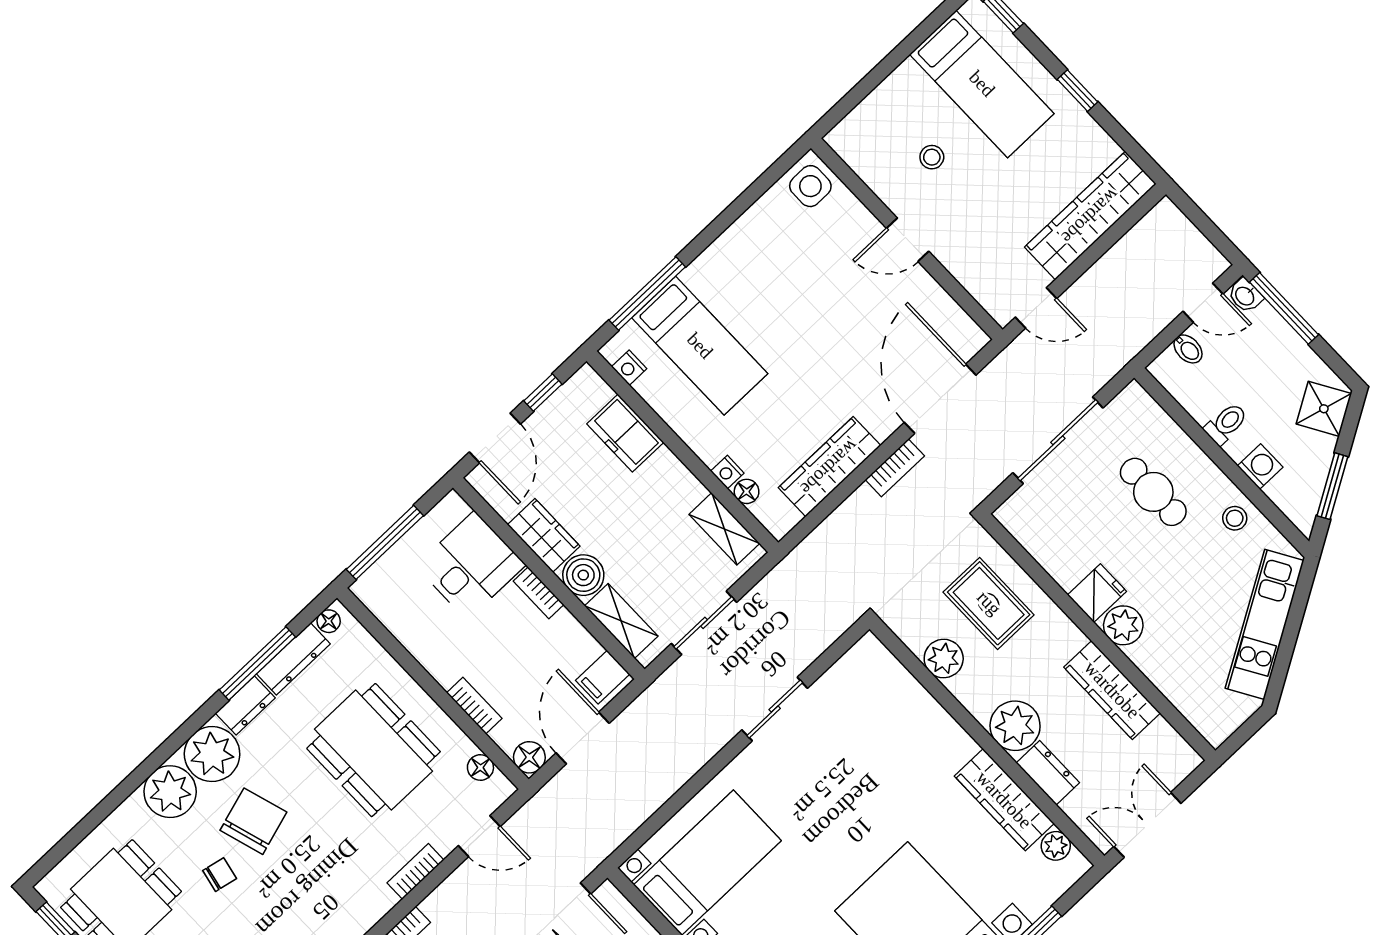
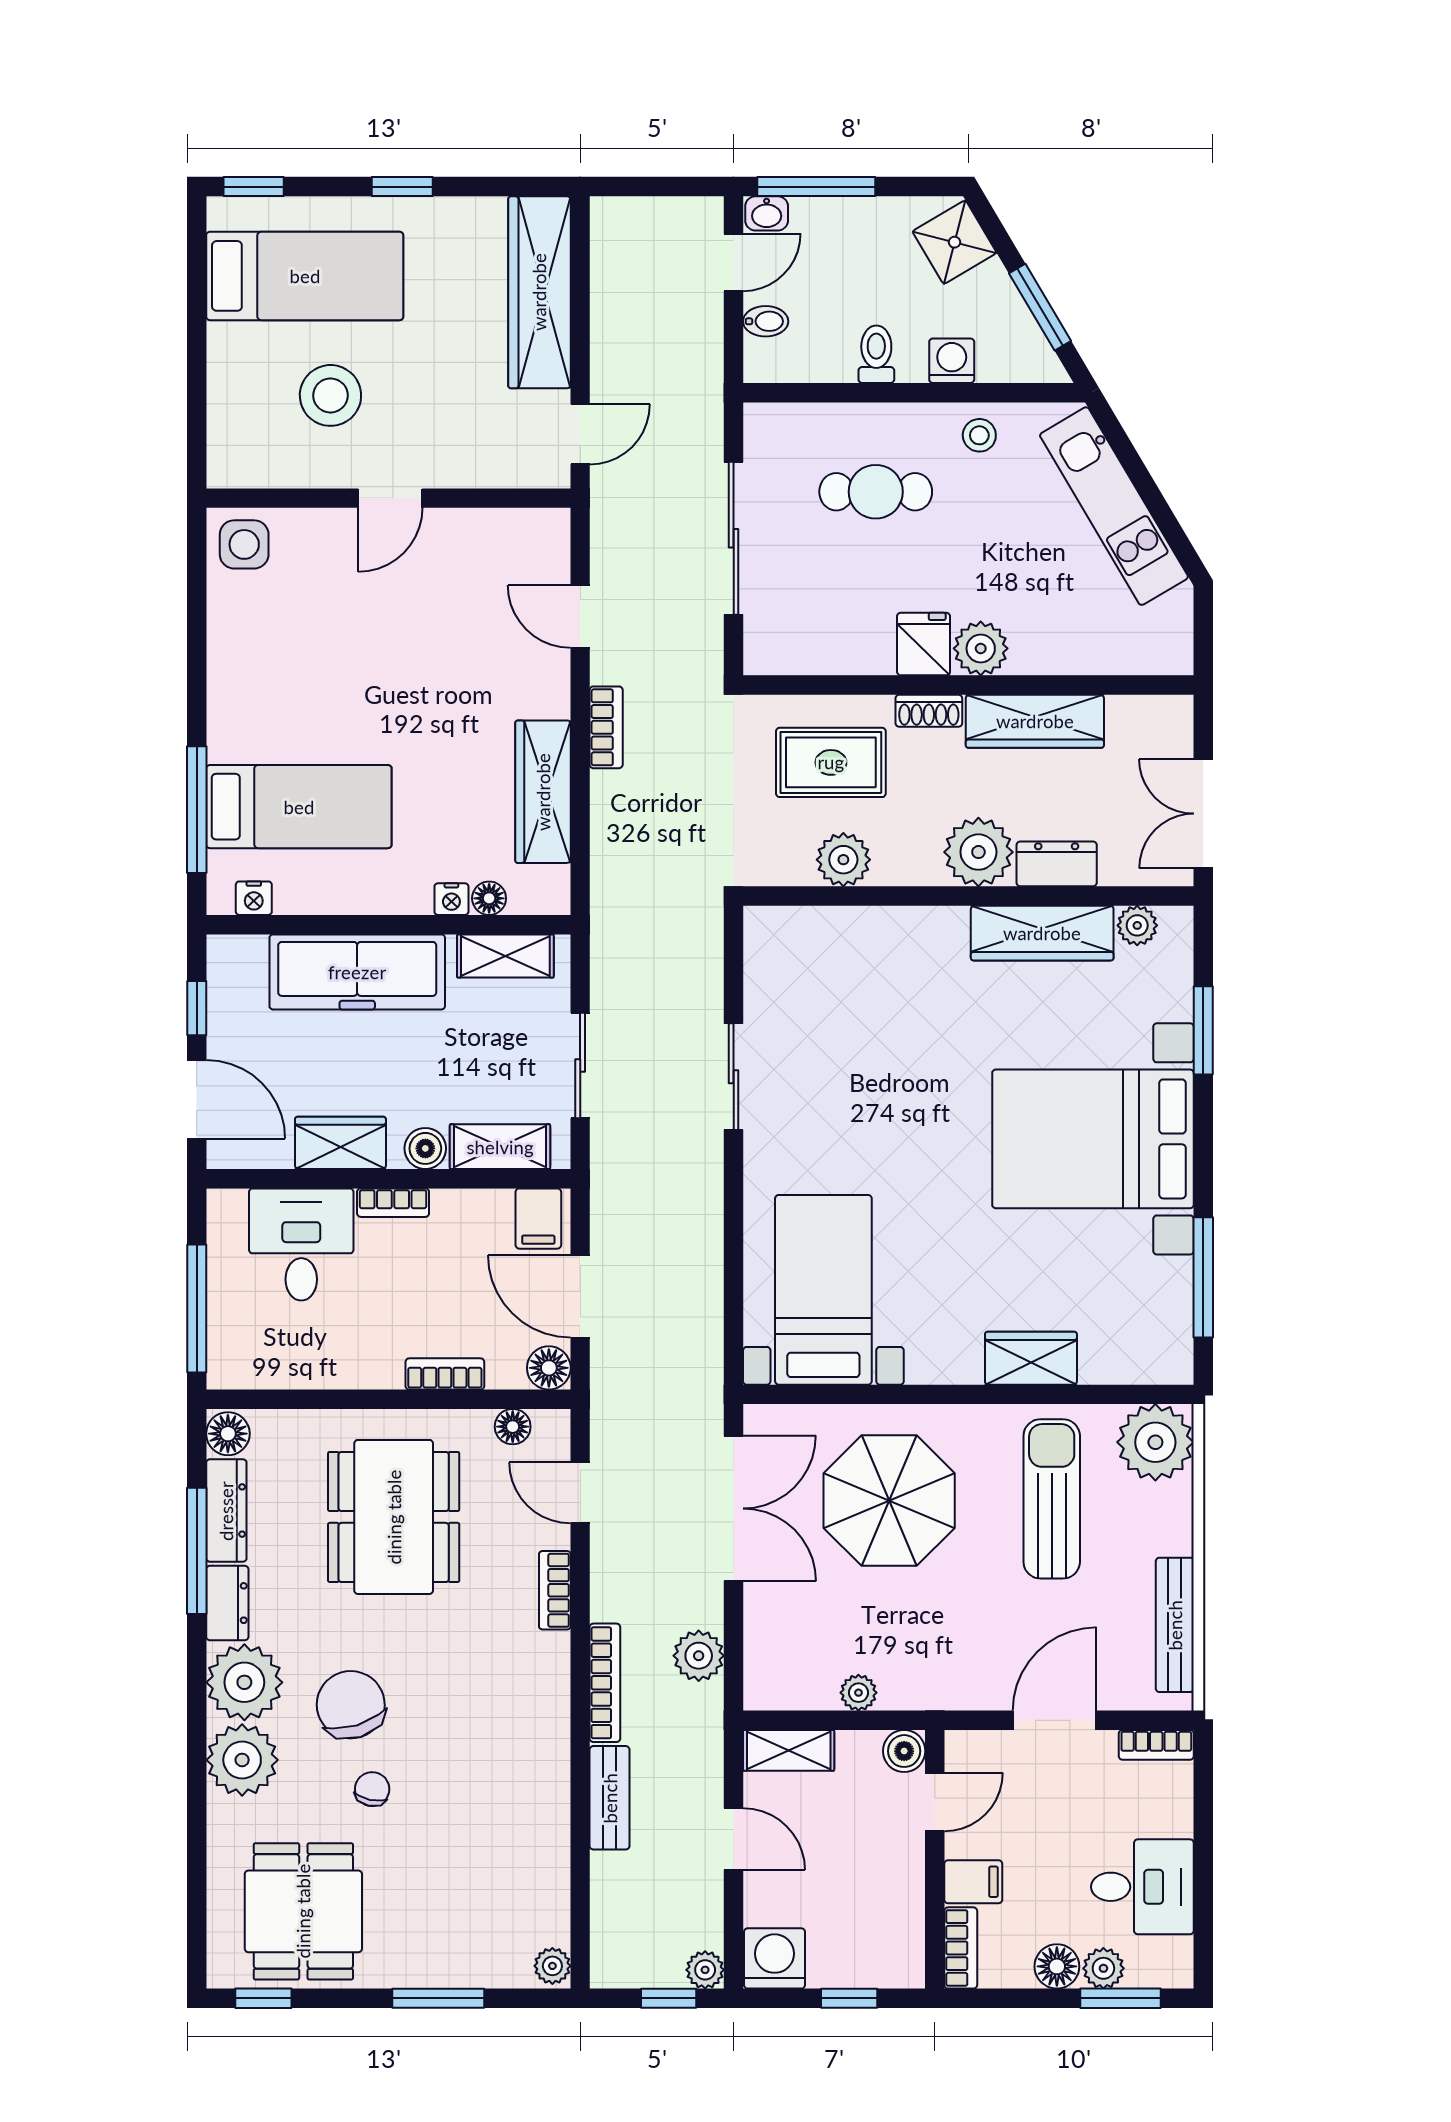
stool: (932, 157) -> (330, 395), width x1.89, depth x1.89
door: (940, 399) -> (580, 616), width x0.53
freezer: (625, 433) -> (357, 972), width x1.91, depth x1.26
boiler: (583, 575) -> (425, 1148), width x0.73, depth x0.73
floor lamp: (329, 621) -> (228, 1434), width x1.37, depth x1.37
shoe rack: (1065, 629) -> (929, 711), added
dining table: (374, 750) -> (394, 1517), turned 90
door: (479, 836) -> (580, 1493), swing flipped

